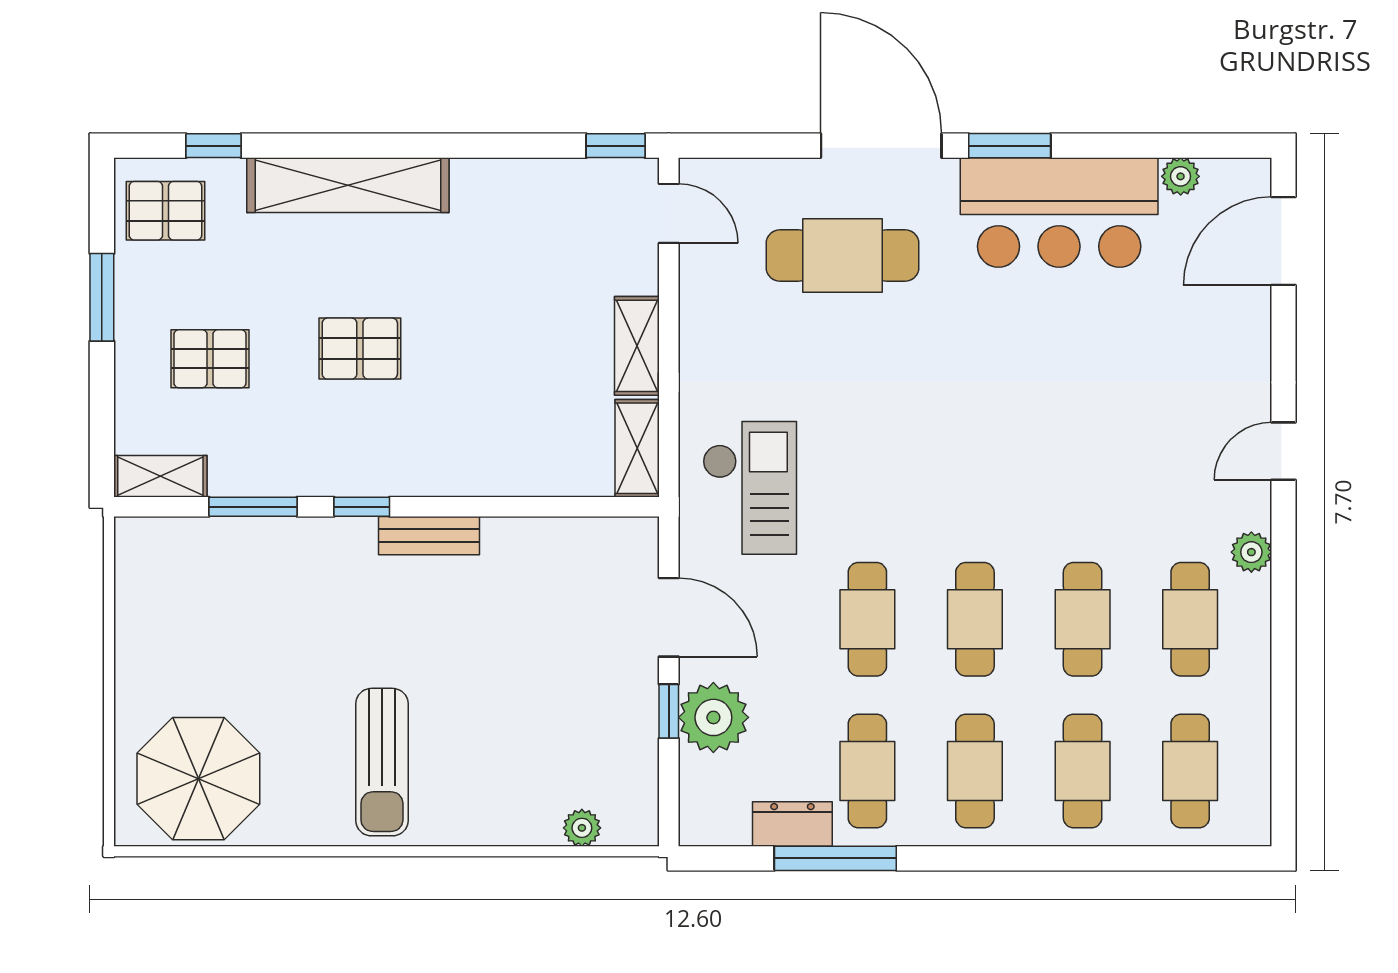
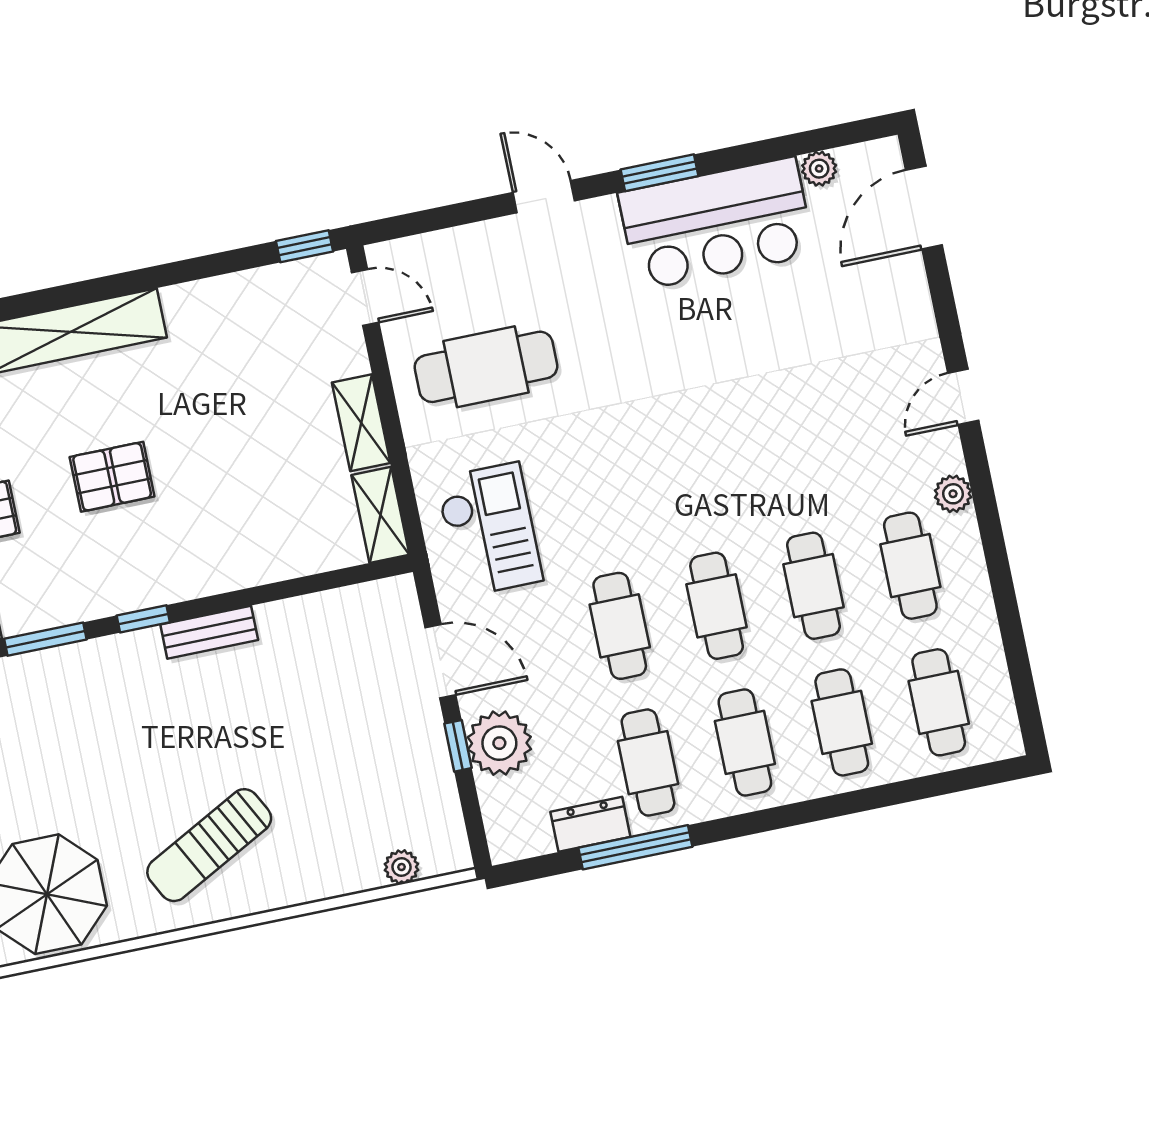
door: (881, 146) -> (544, 197), width x0.53
cafe table: (842, 255) -> (486, 367), moved
sun lounger: (382, 762) -> (209, 845), turned 62

